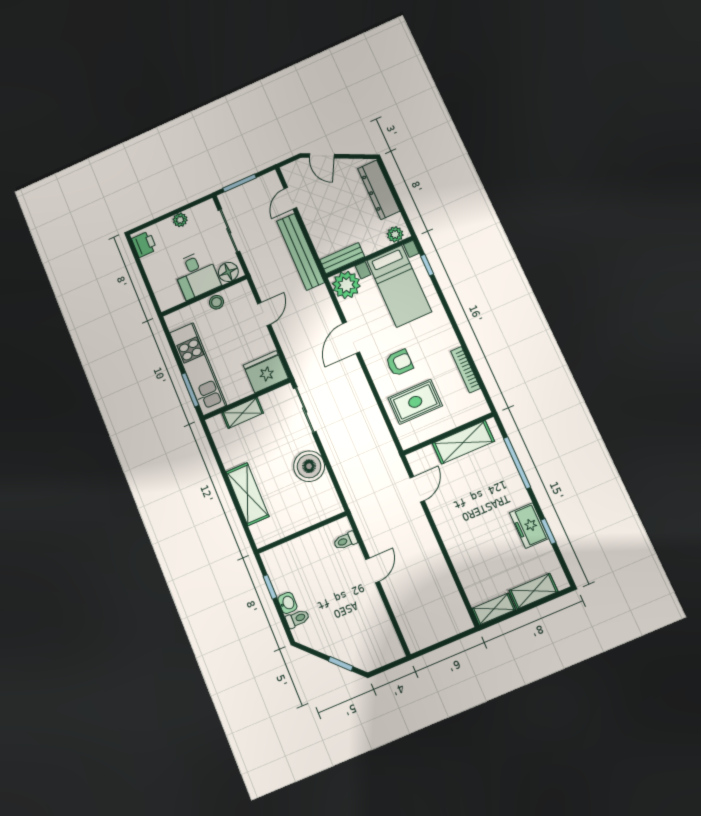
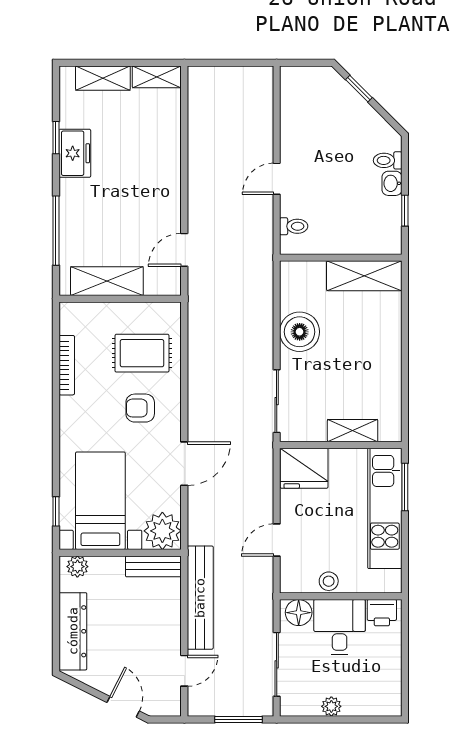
printer: (144, 244) -> (382, 613), moved, turned -90
shelving: (248, 494) -> (364, 276), moved, turned 90

